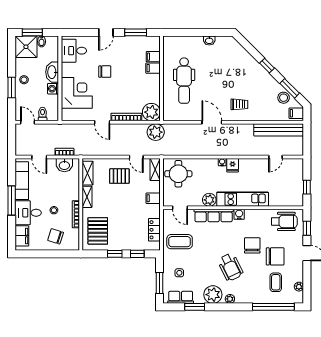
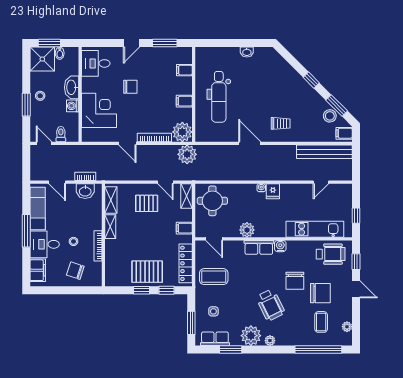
filing cabinet: (153, 68) -> (184, 101), moved
kitchen unit: (243, 199) -> (315, 229), moved
row of seats: (214, 216) -> (259, 247), width x0.68
locker: (154, 230) -> (186, 263), width x1.53
pallet: (98, 231) -> (147, 272), moved, turned 90
chair: (252, 245) -> (295, 281), turned 180

